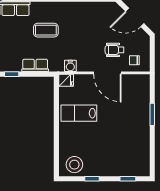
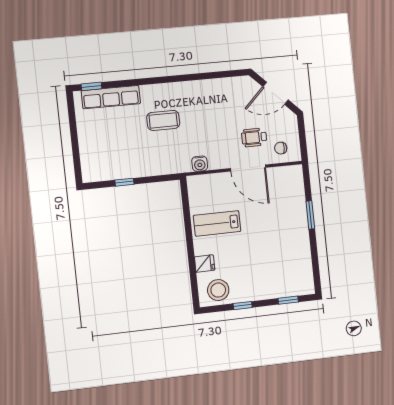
row of seats: (35, 65) -> (154, 168), removed
fridge: (66, 80) -> (205, 263), moved

